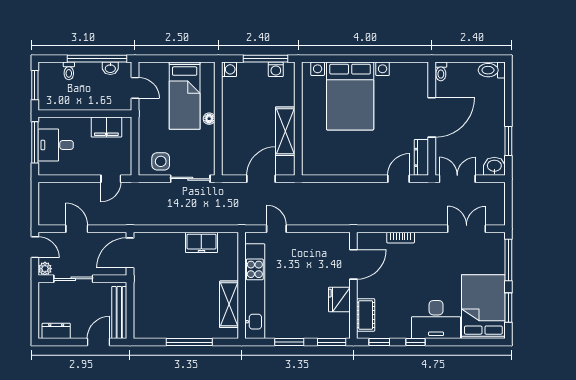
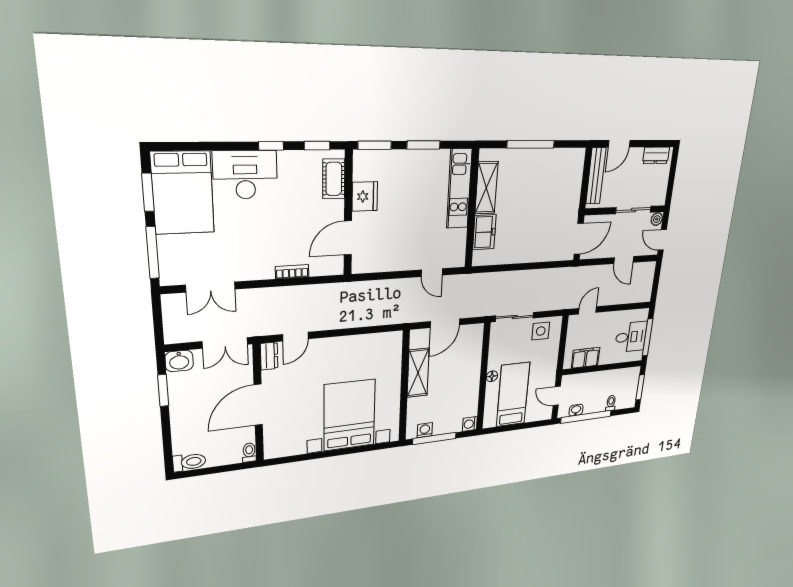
dresser: (421, 157) -> (269, 356), width x0.70
freezer: (201, 242) -> (484, 232), moved, turned 90
kitchen unit: (255, 291) -> (459, 189), width x0.73

